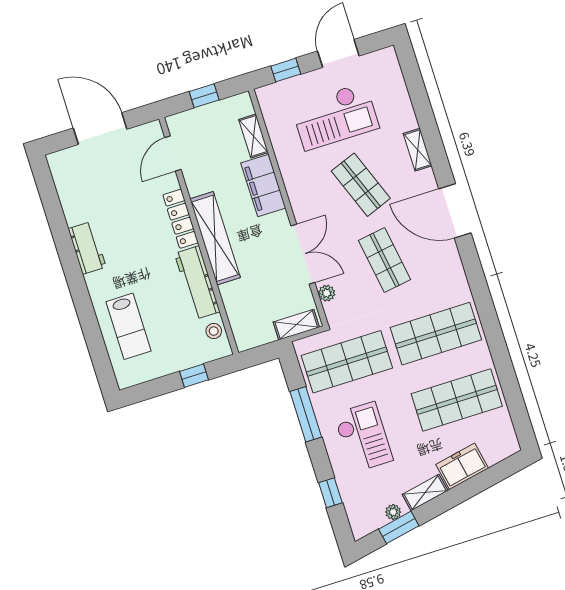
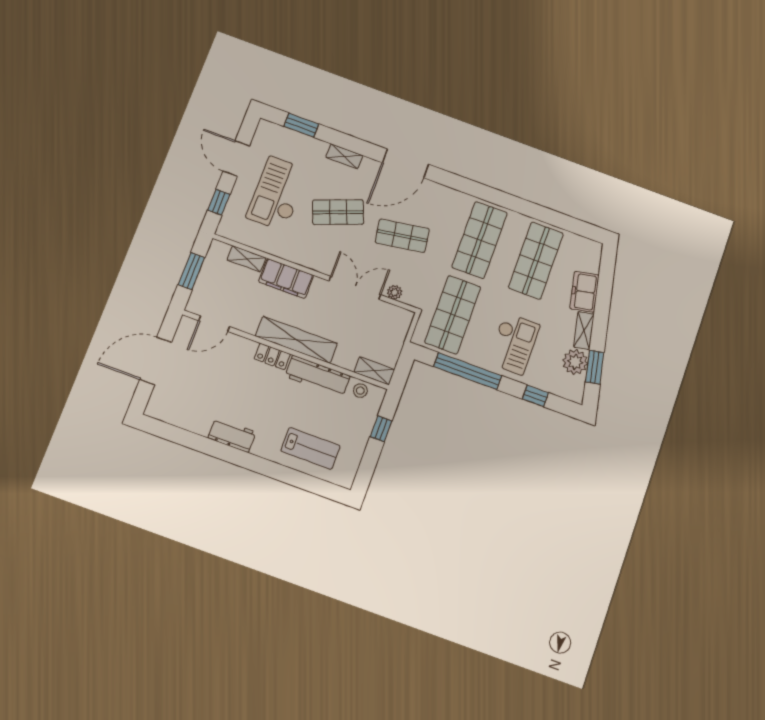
window: (416, 88) -> (301, 125), added
window: (204, 96) -> (191, 271), width x1.50
checkout: (335, 116) -> (277, 194), turned 180
door: (173, 154) -> (214, 324), hinge flipped
locker: (181, 219) -> (272, 356), width x0.66
shelving: (296, 325) -> (374, 371), moved, turned 90
window: (306, 414) -> (468, 371), width x1.46
checkout: (363, 437) -> (514, 344), turned 90
plant: (393, 512) -> (575, 362), width x1.88, depth x1.88

